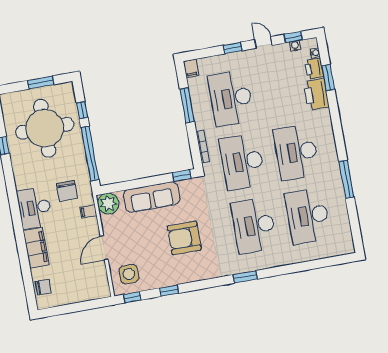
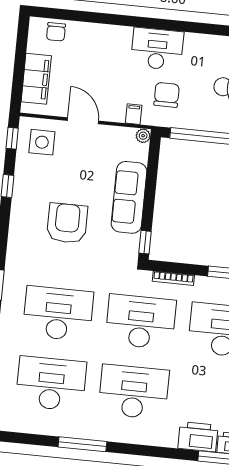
chair: (67, 191) -> (167, 95), turned 90
plant: (108, 204) -> (143, 136), width x0.53, depth x0.53
filing cabinet: (36, 248) -> (36, 79), moved, turned -90

